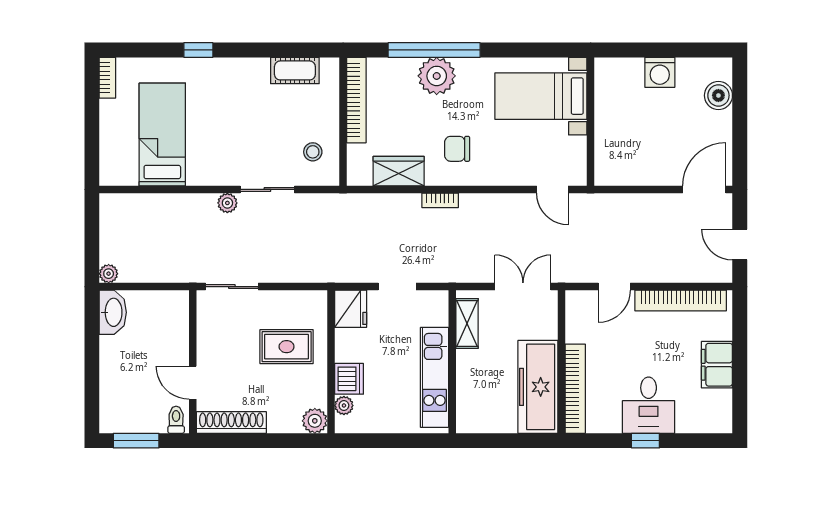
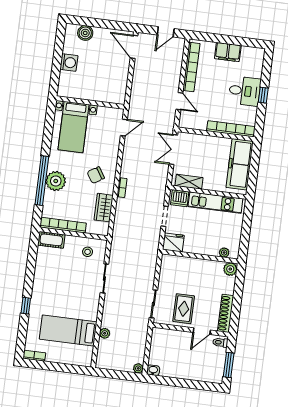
cot: (295, 70) -> (51, 240), moved, turned 90
chair: (457, 149) -> (96, 175), turned 58
plant: (227, 203) -> (105, 333), moved
washbasin: (113, 312) -> (153, 370), width x0.52, depth x0.69
rug: (287, 347) -> (184, 309), moved
dishwasher: (349, 379) -> (180, 198), moved, turned 180
freezer: (538, 387) -> (240, 164), moved, turned 90

